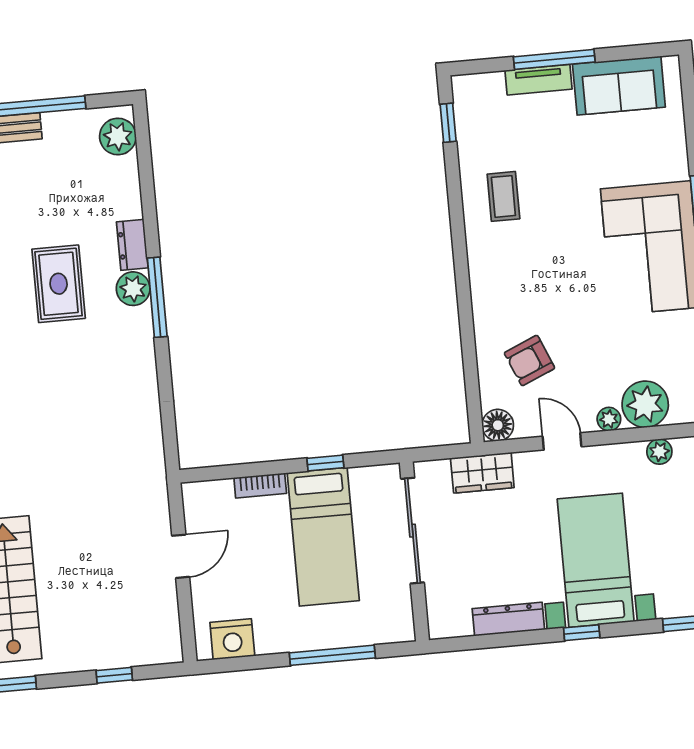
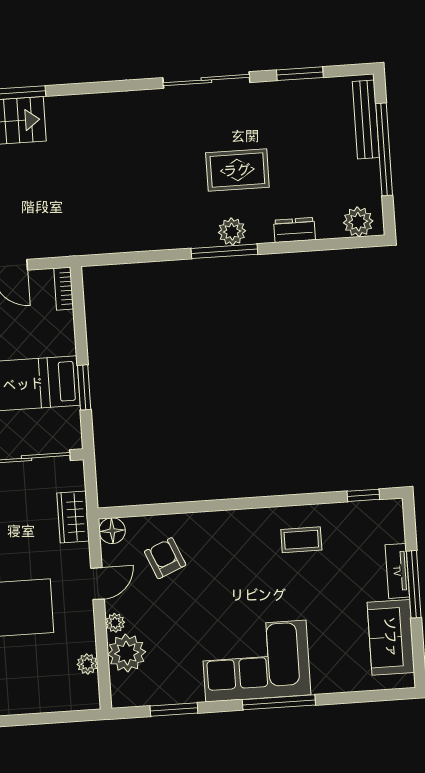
dresser: (132, 245) -> (295, 230), moved
window: (325, 463) -> (84, 387), width x1.50
bookcase: (260, 486) -> (64, 289), moved

